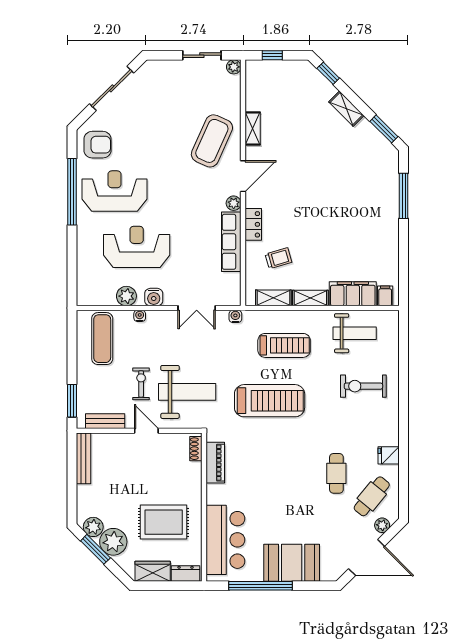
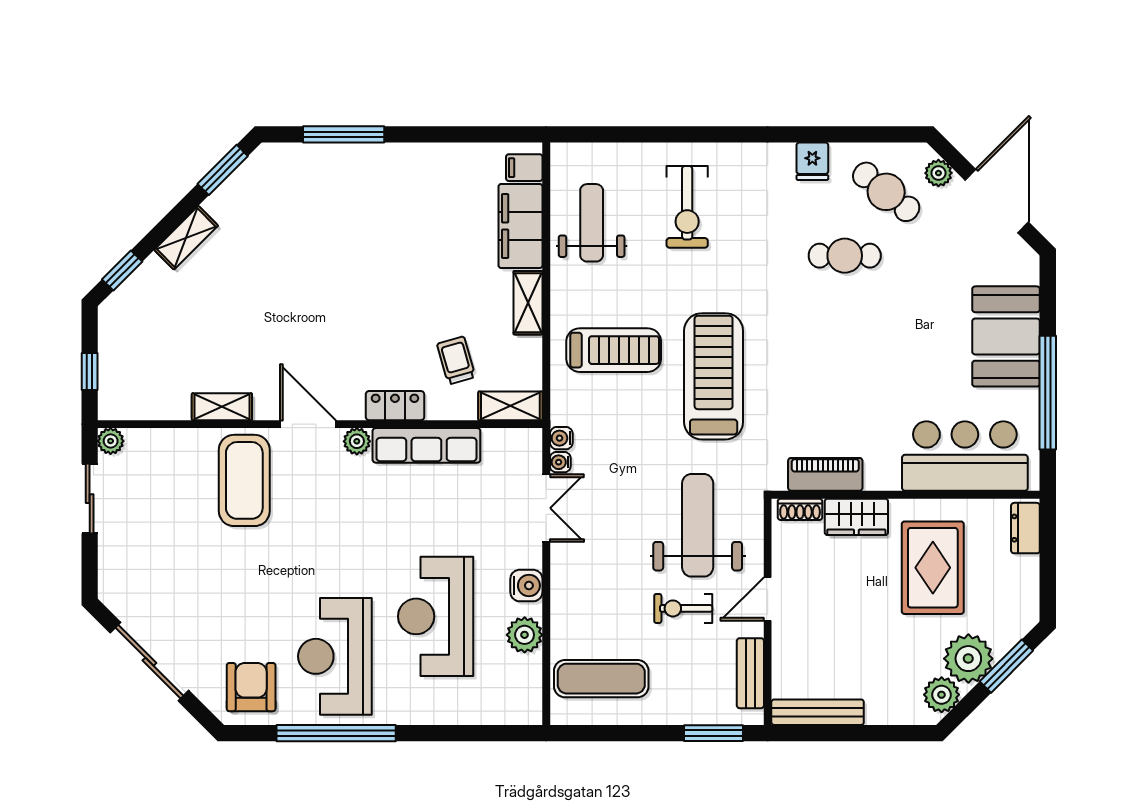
coffee table: (212, 141) -> (244, 480), turned 66
shelving: (273, 298) -> (510, 406), moved, turned 90
water cooler: (140, 316) -> (560, 462), moved
treadmill: (284, 345) -> (614, 350), turned 90
window: (95, 549) -> (1006, 666), moved
wardrobe: (153, 571) -> (856, 517), moved, turned -90

